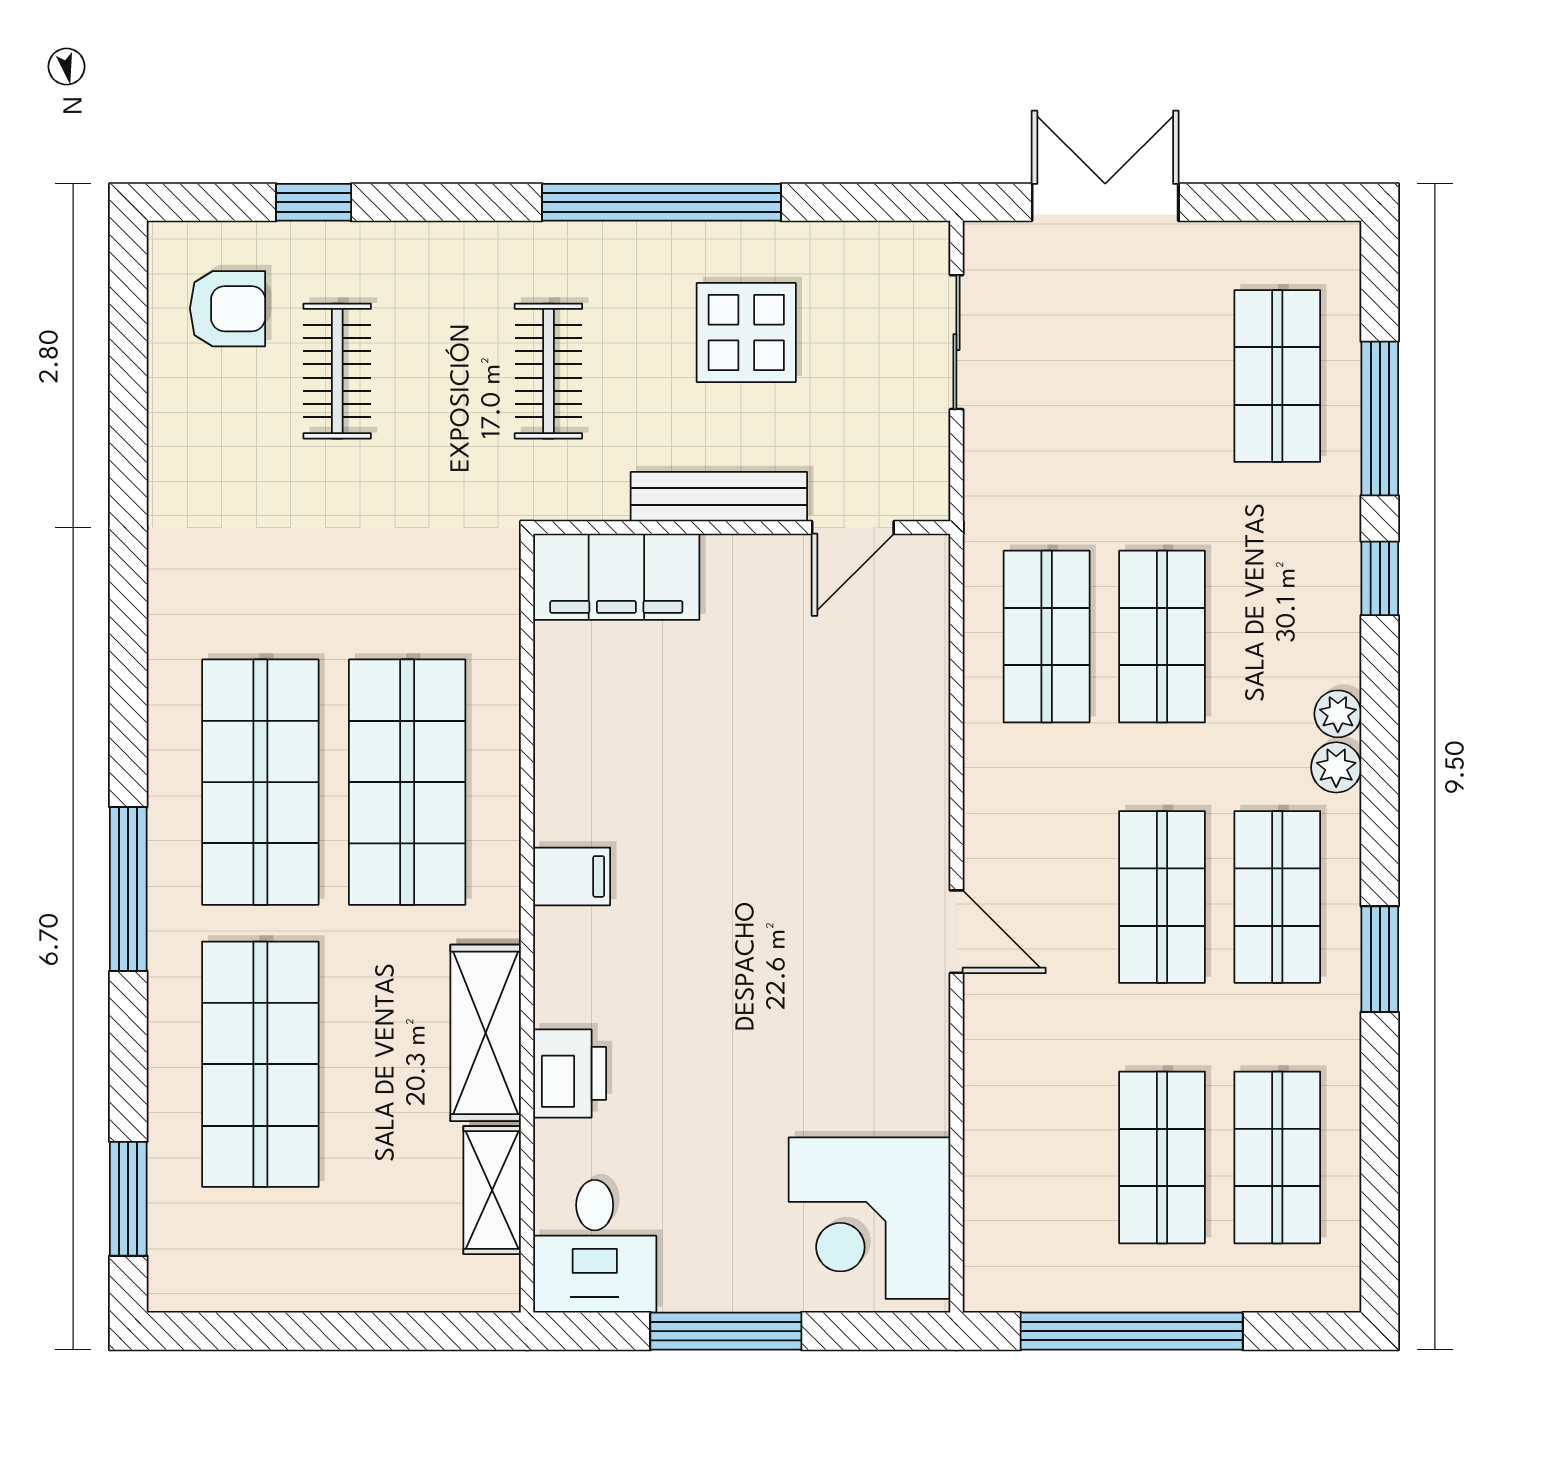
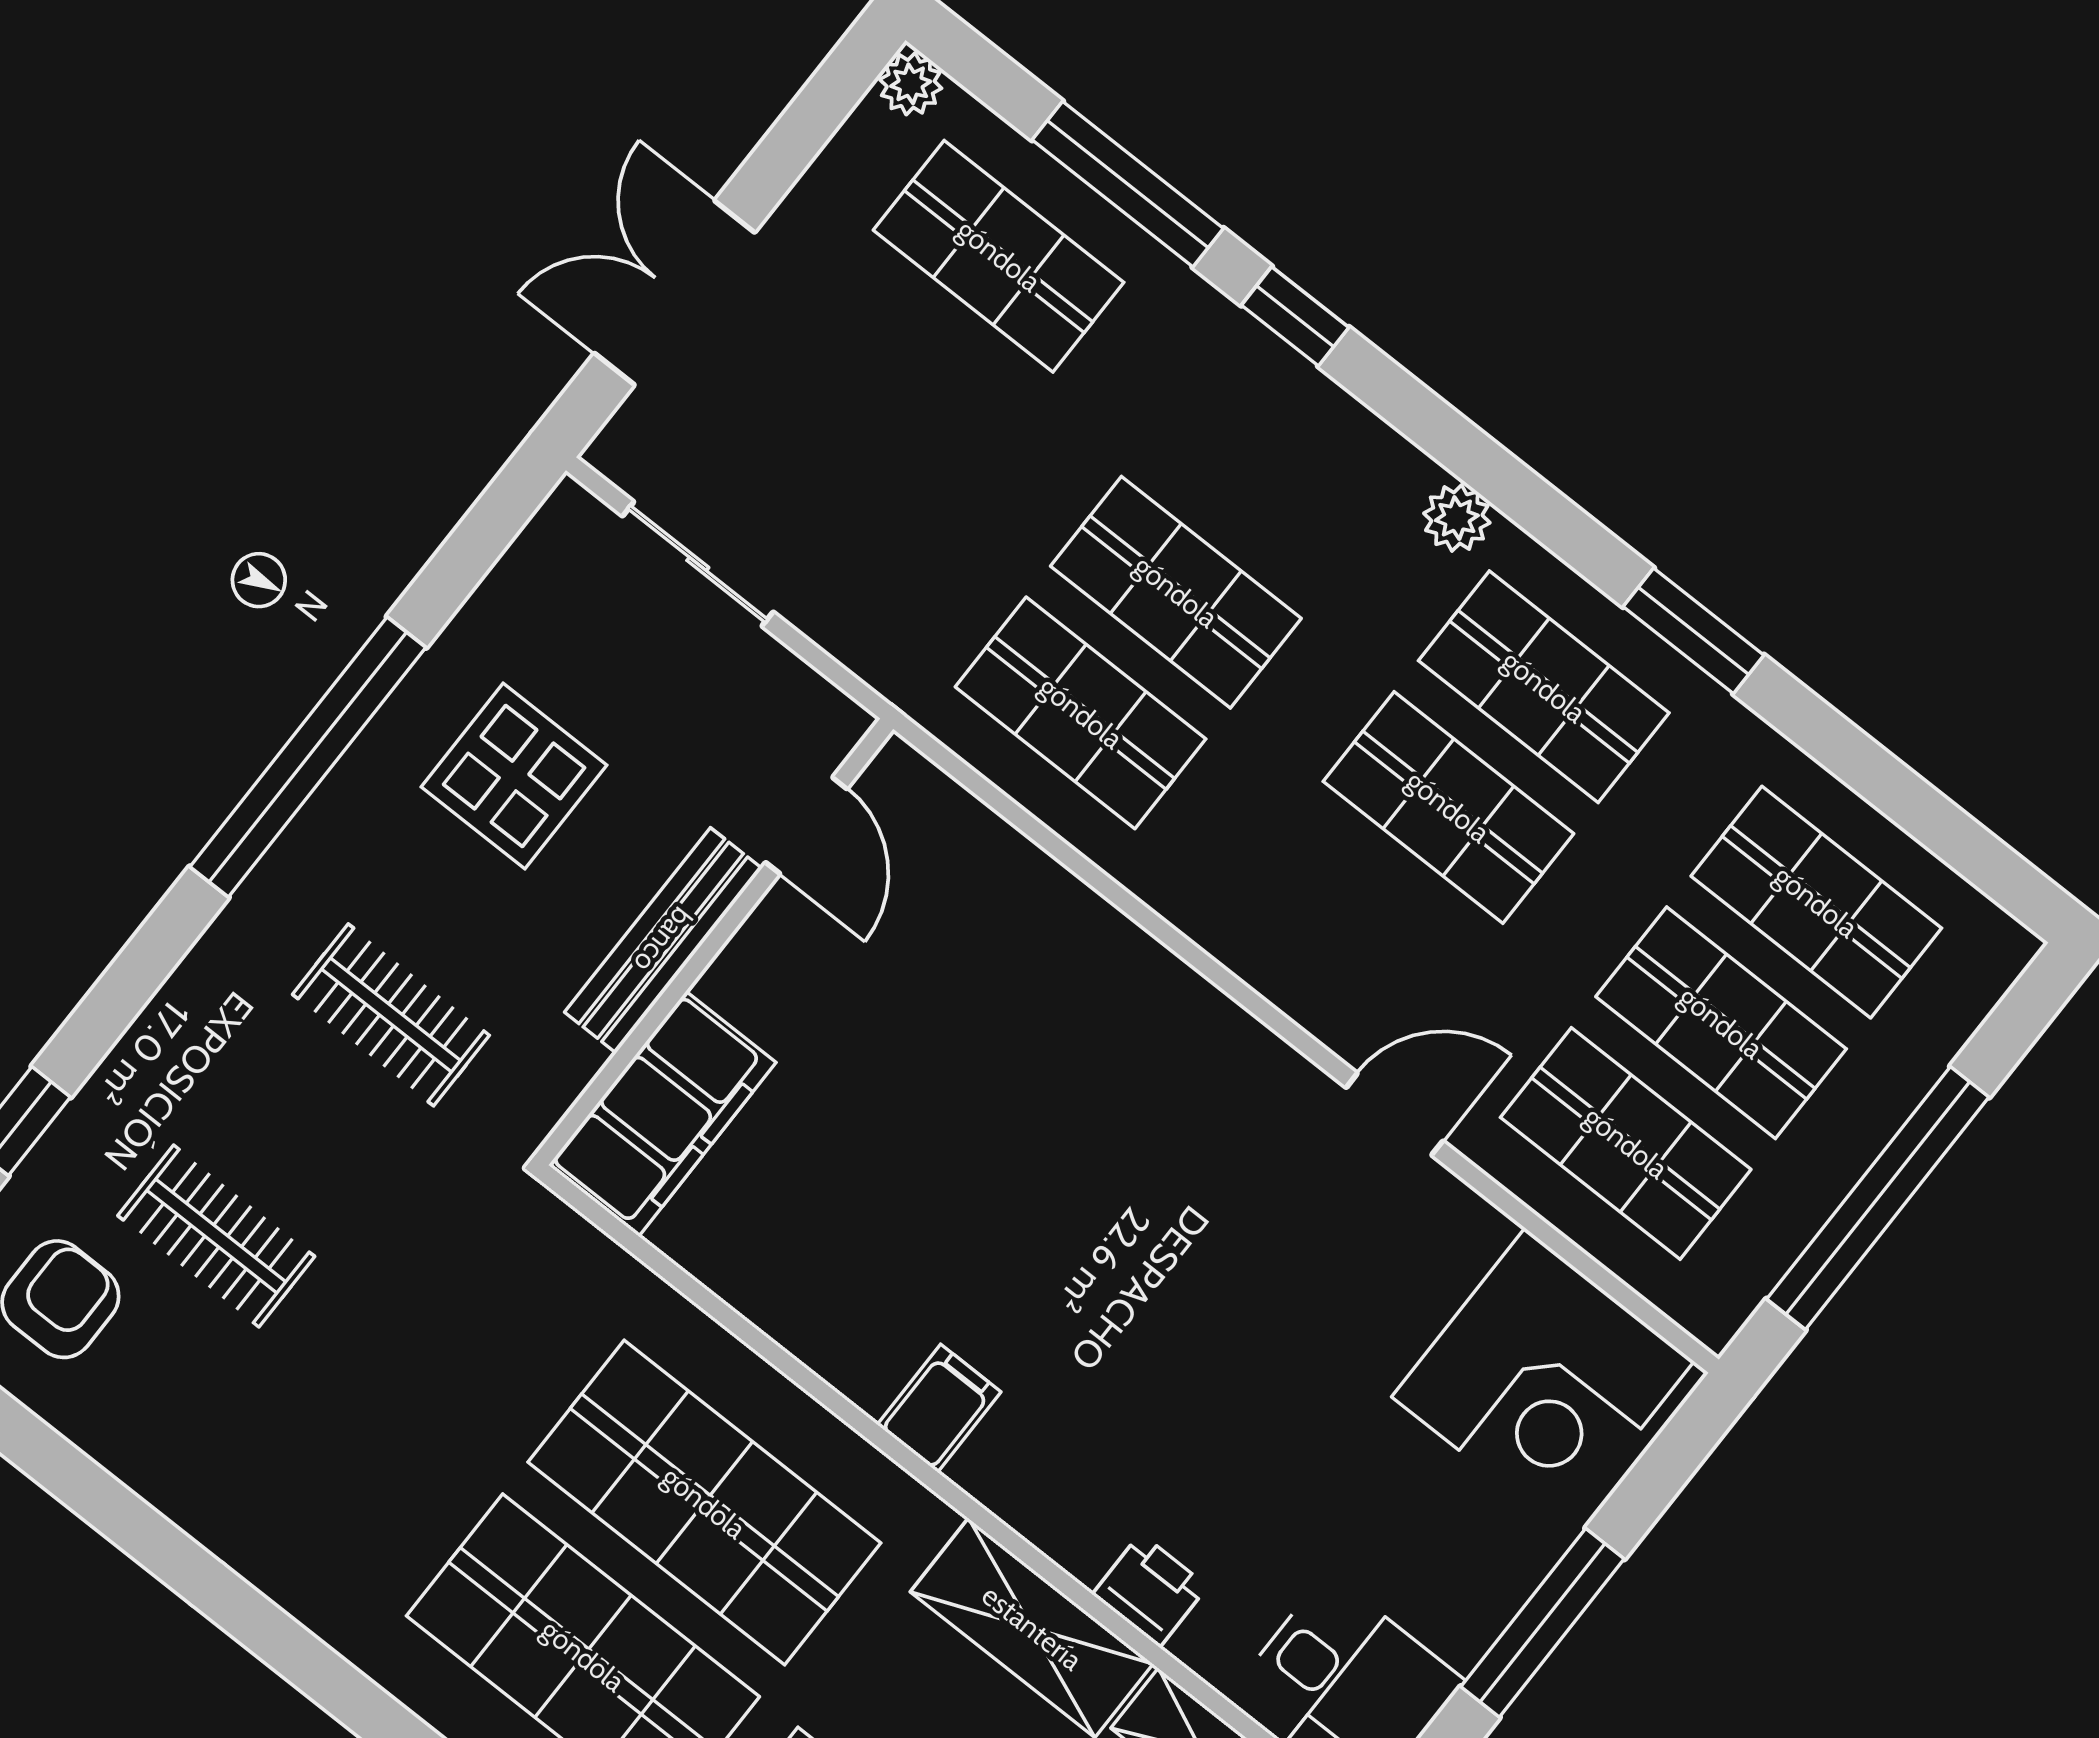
plant: (1338, 714) -> (911, 84), moved
door: (956, 932) -> (1395, 1114), moved
printer: (570, 1073) -> (1150, 1590), width x0.73, depth x0.81
shop shelf: (1047, 1157) -> (1626, 1143), added

